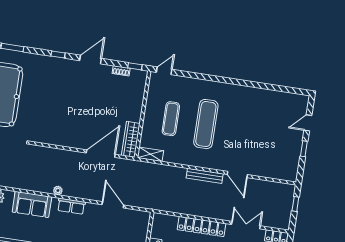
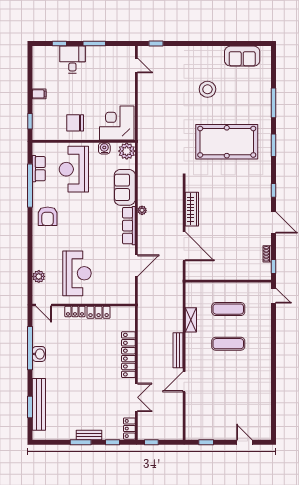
exercise mat: (206, 124) -> (228, 344), width x0.73, depth x0.69
wardrobe: (131, 139) -> (192, 209), moved, turned 90
window: (304, 149) -> (206, 442), moved
shelving: (150, 154) -> (191, 320), moved
window: (295, 204) -> (151, 442), moved
row of seats: (71, 206) -> (129, 226), width x1.48

